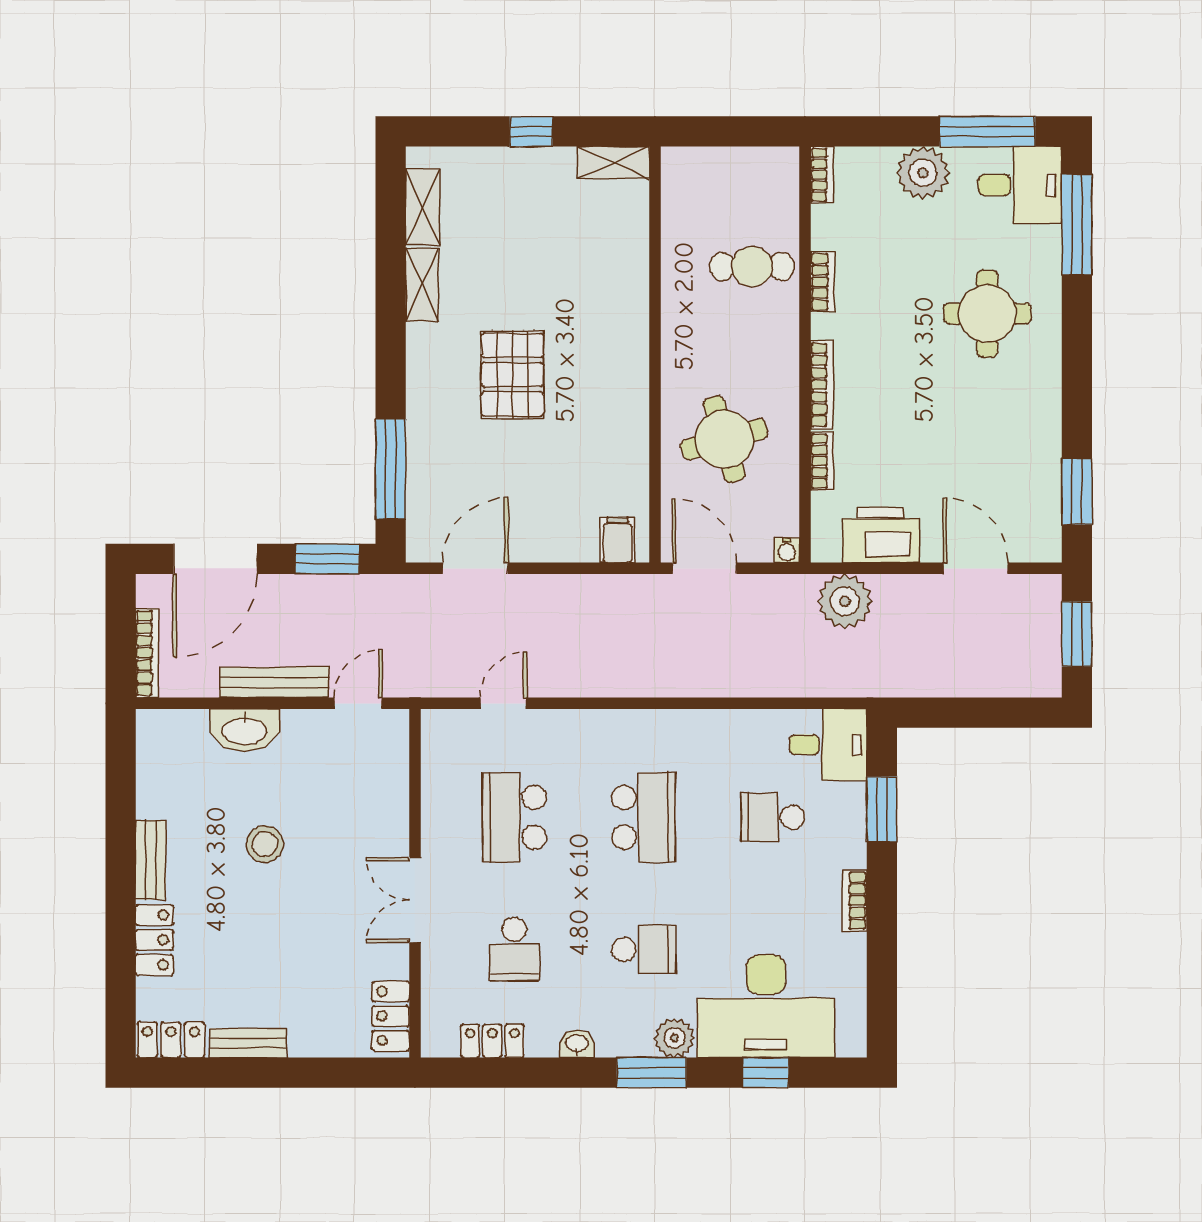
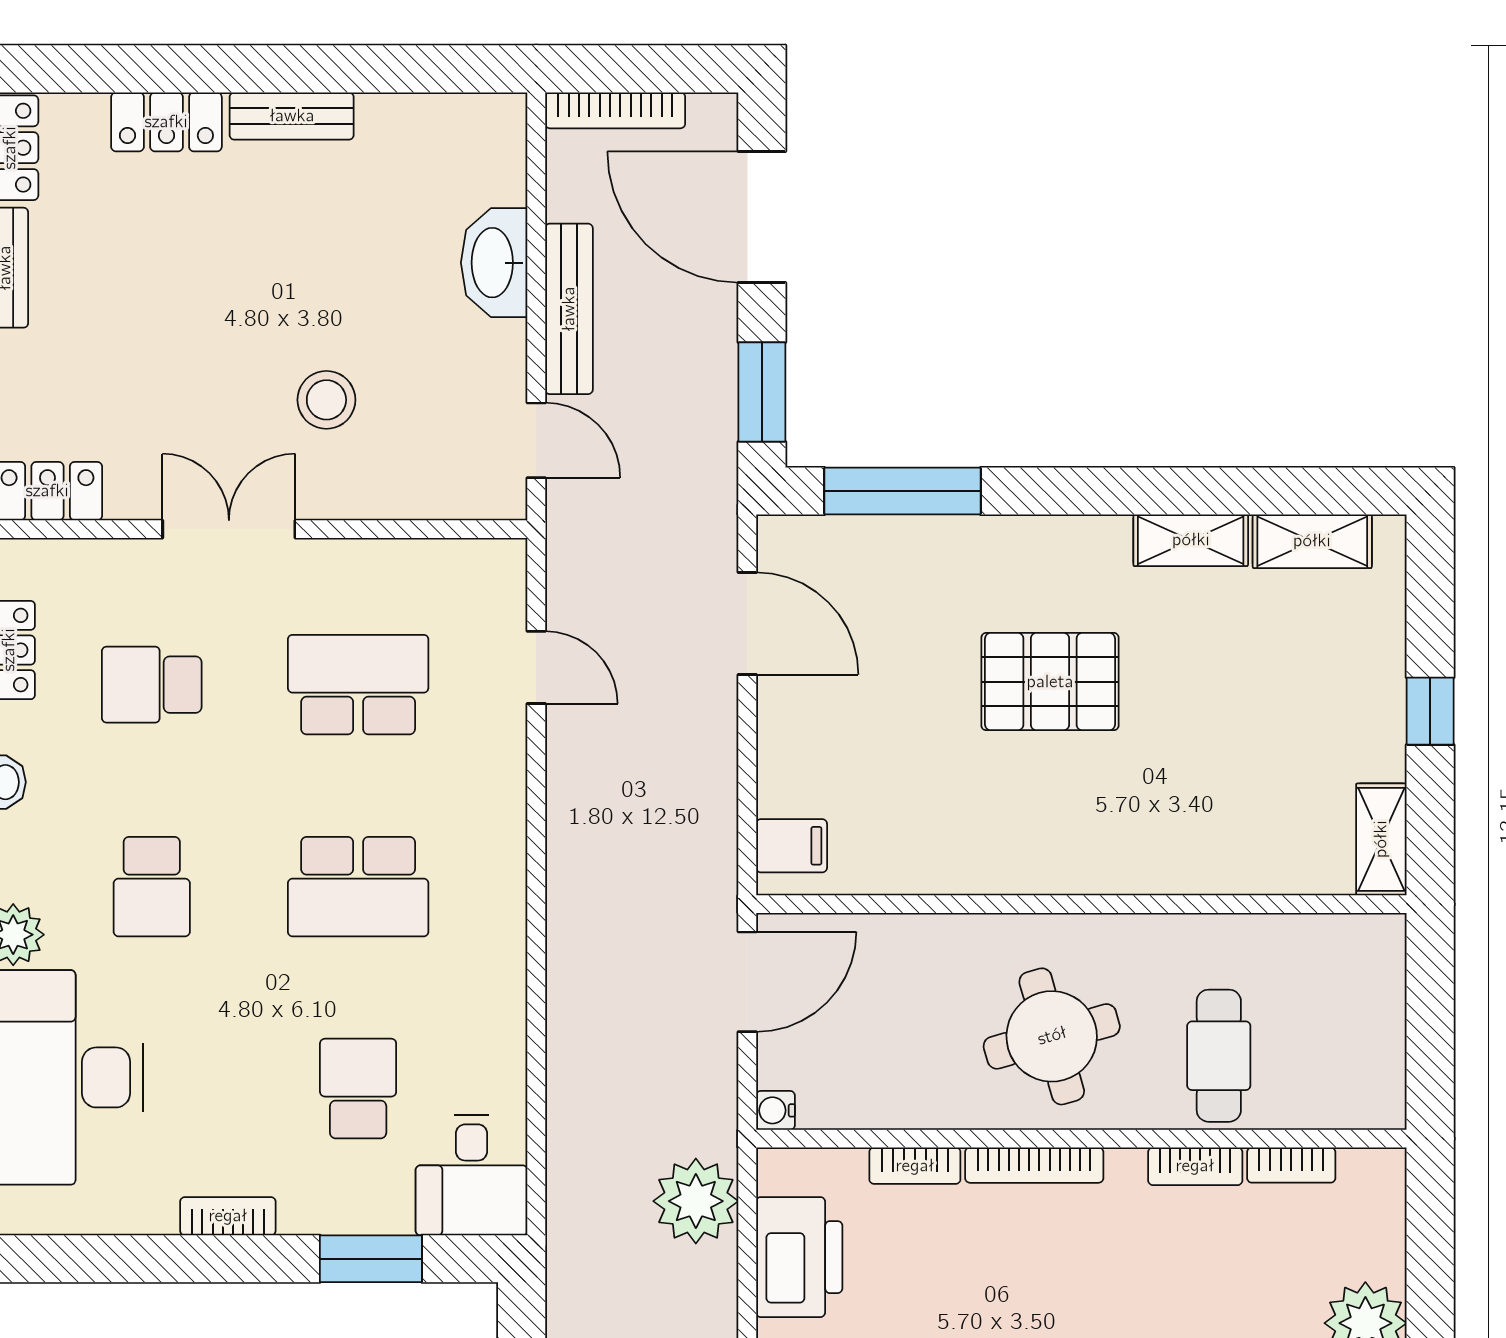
bookcase: (822, 175) -> (1291, 1165), moved
round table: (724, 439) -> (1052, 1036), moved
stool: (265, 844) -> (326, 400), moved

